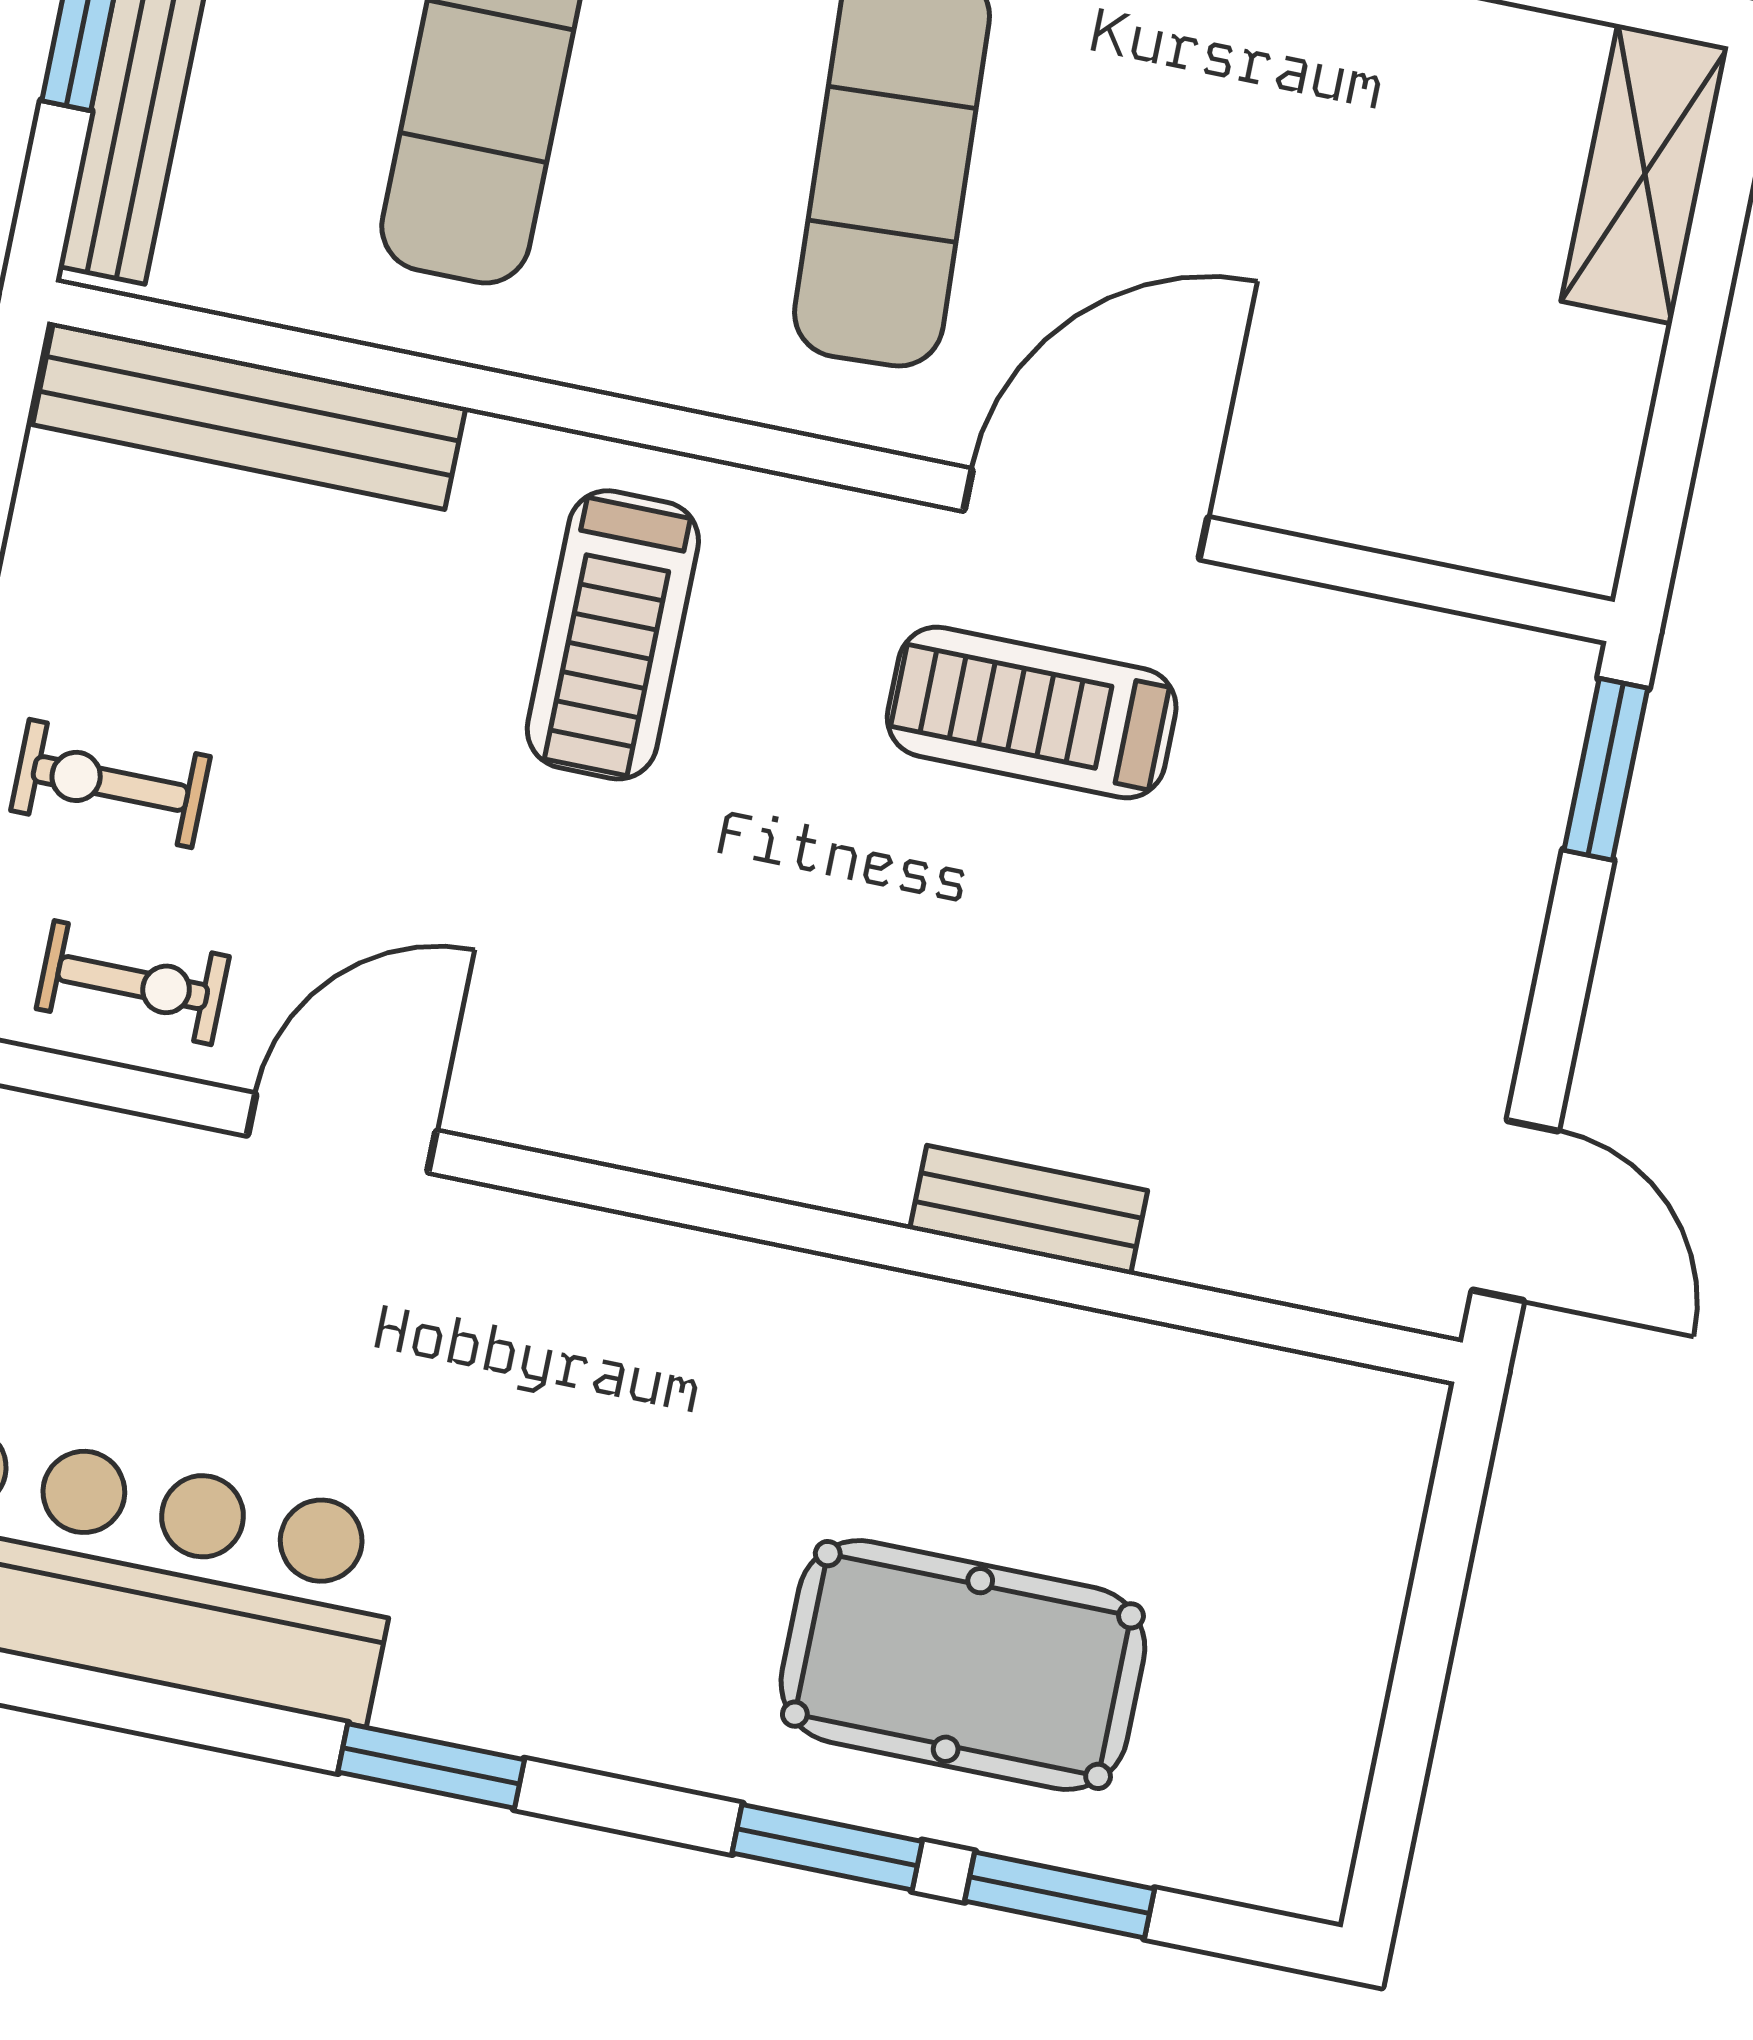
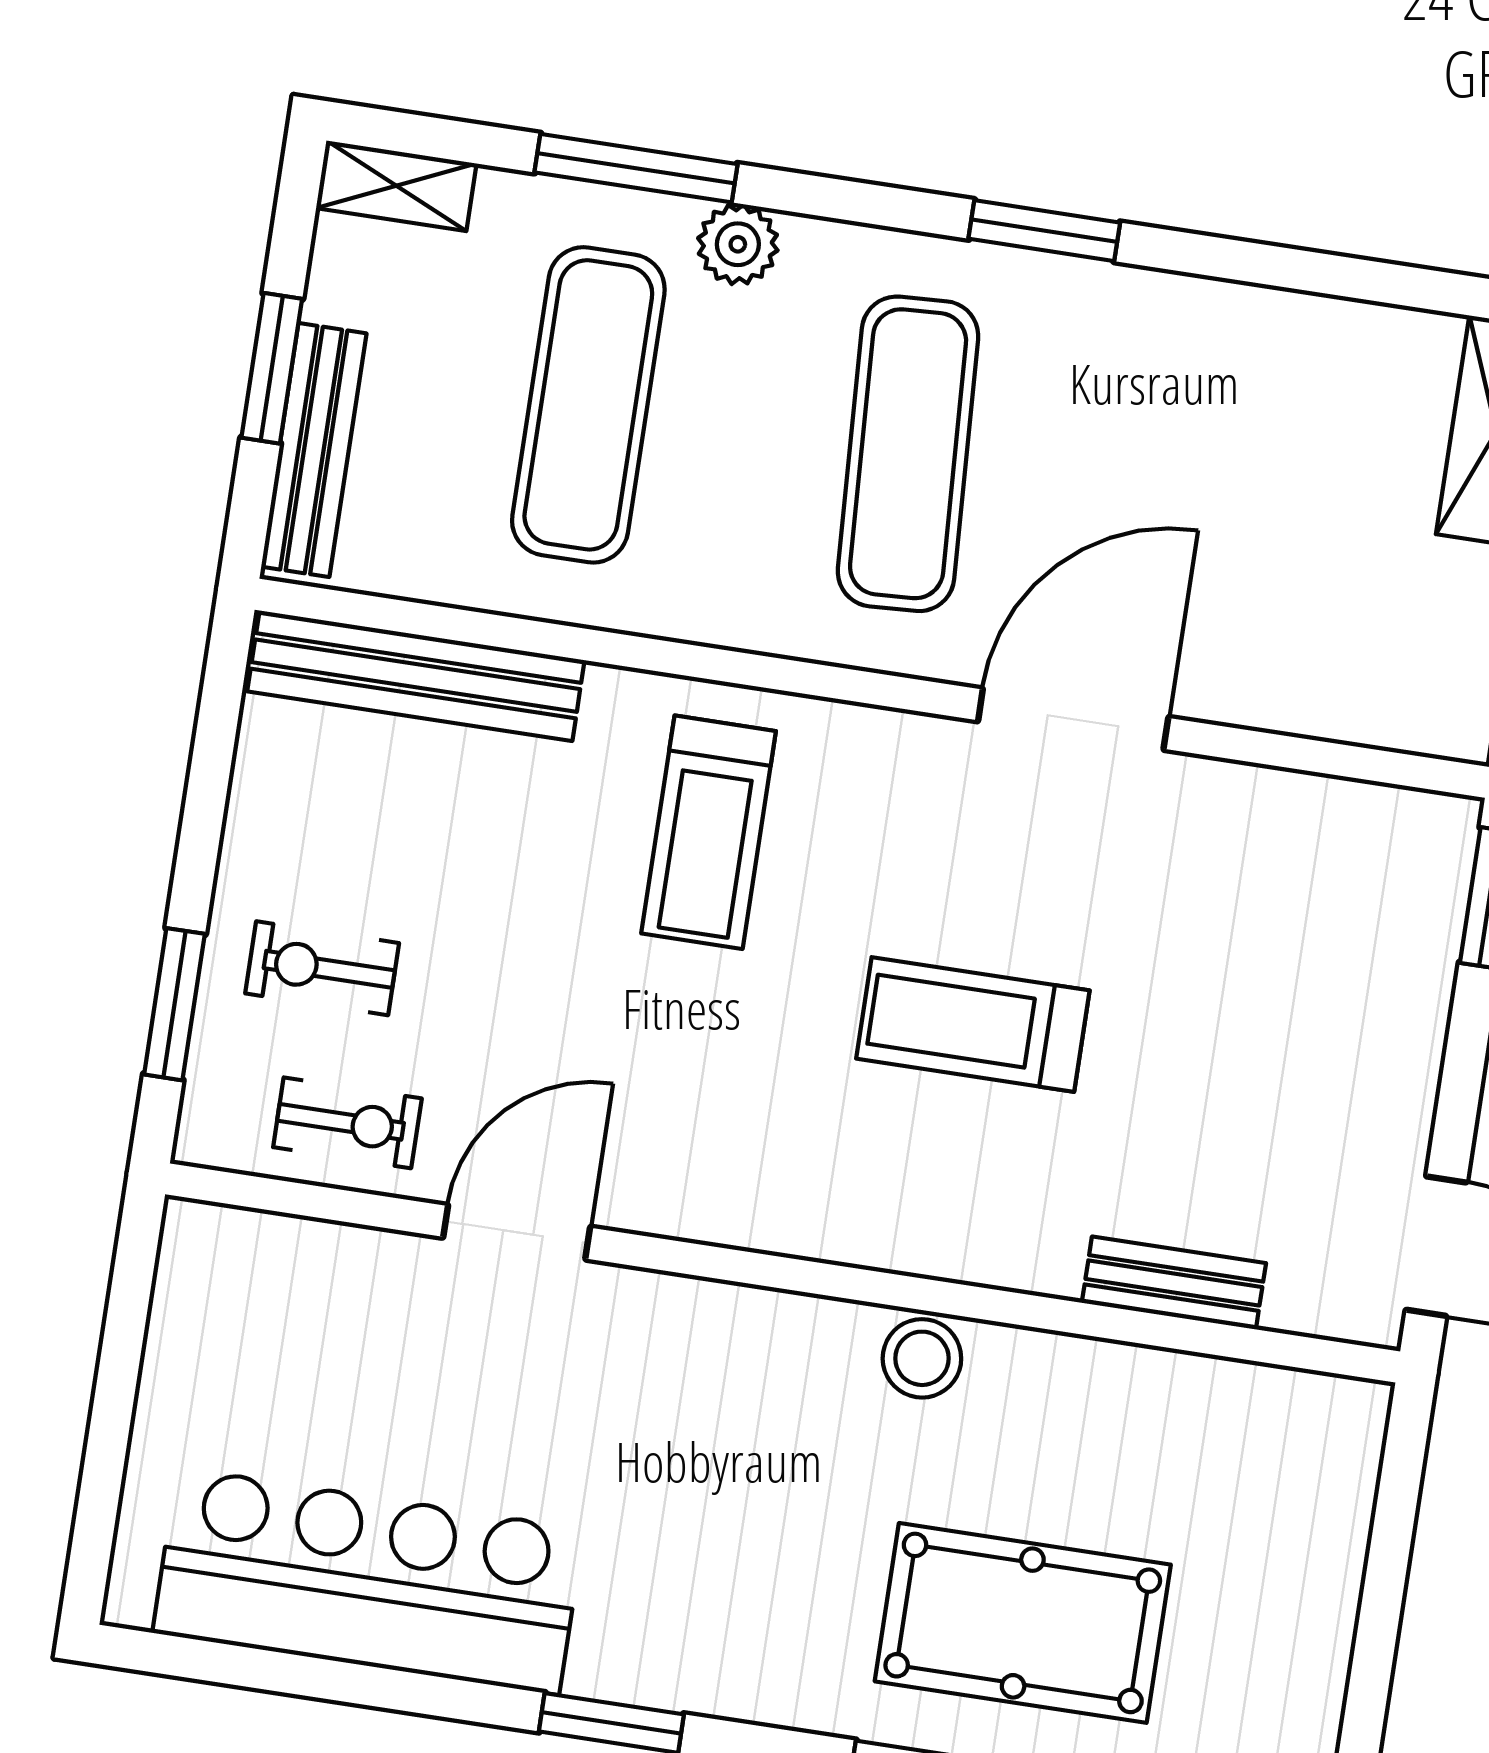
treadmill: (1032, 713) -> (973, 1025), moved
bench: (1029, 1210) -> (1174, 1283), moved
stool: (851, 1321) -> (922, 1358), added

